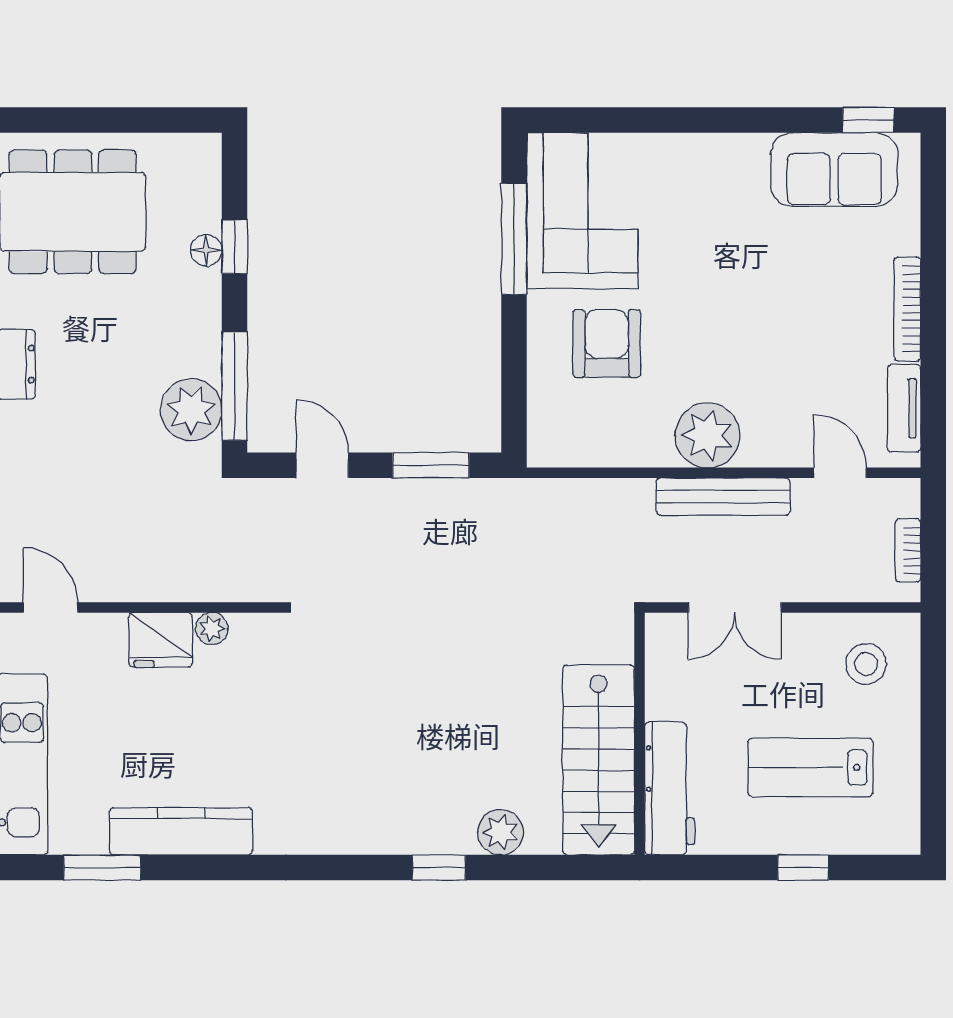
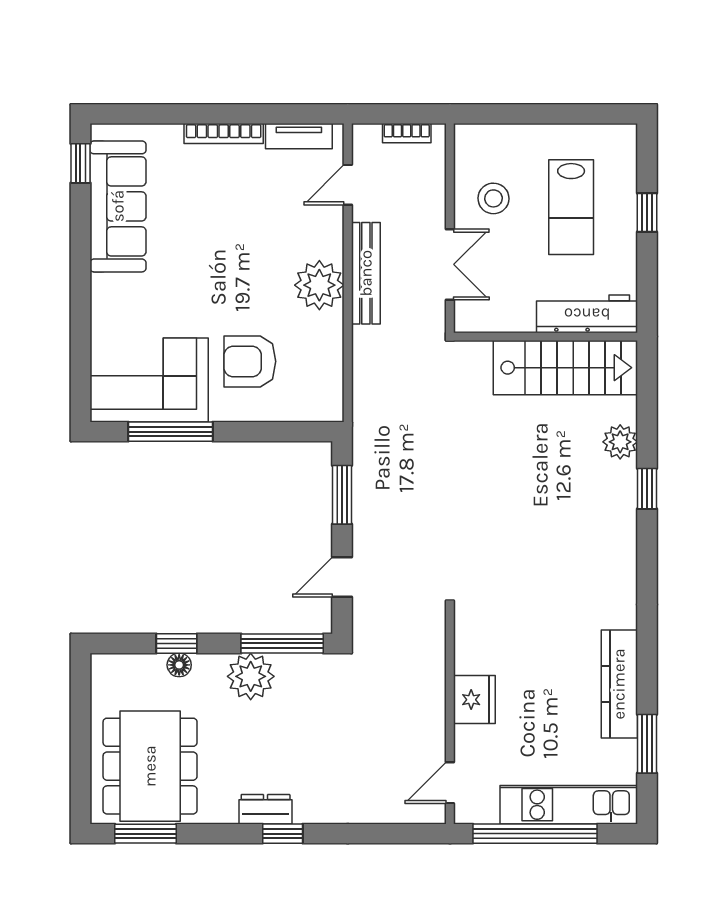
sofa: (834, 169) -> (118, 206), width x1.36
plant: (191, 410) -> (251, 676), moved
plant: (212, 629) -> (466, 661), removed
stool: (866, 664) -> (493, 198), moved

